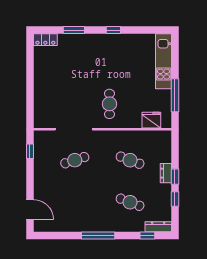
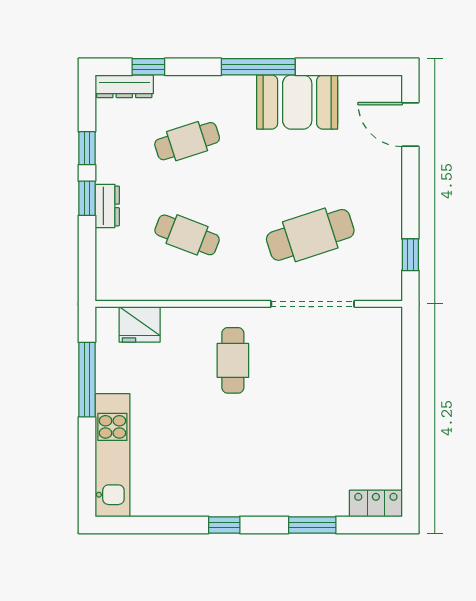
cafe table: (75, 160) -> (310, 235), width x1.37, depth x1.35
cafe table: (130, 202) -> (187, 141), turned -39
booth: (81, 220) -> (297, 102), added

